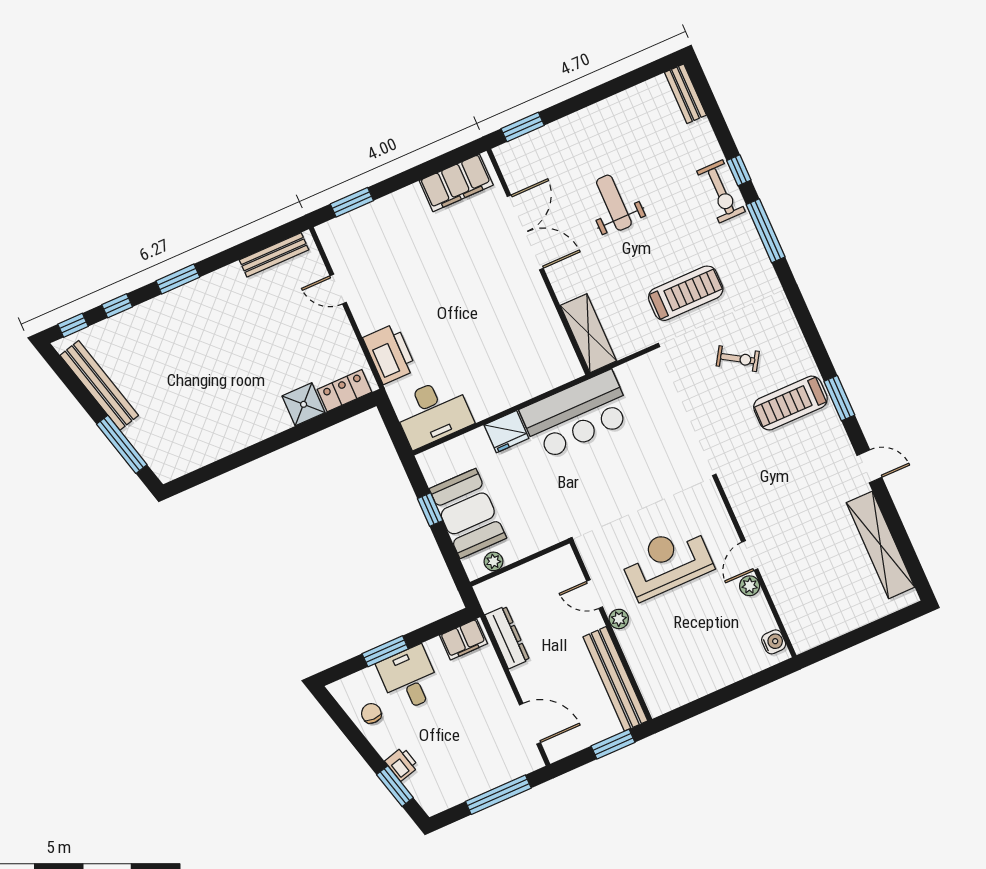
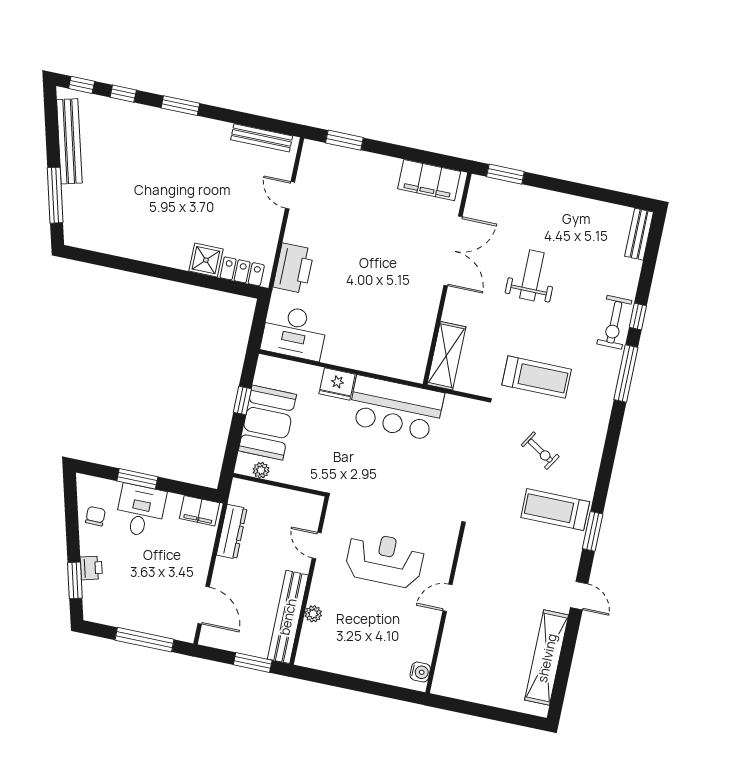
plant: (750, 586) -> (432, 619), removed
plant: (619, 619) -> (313, 614), moved

